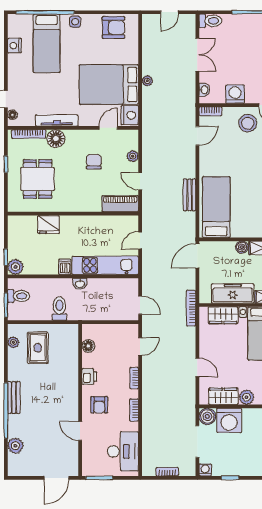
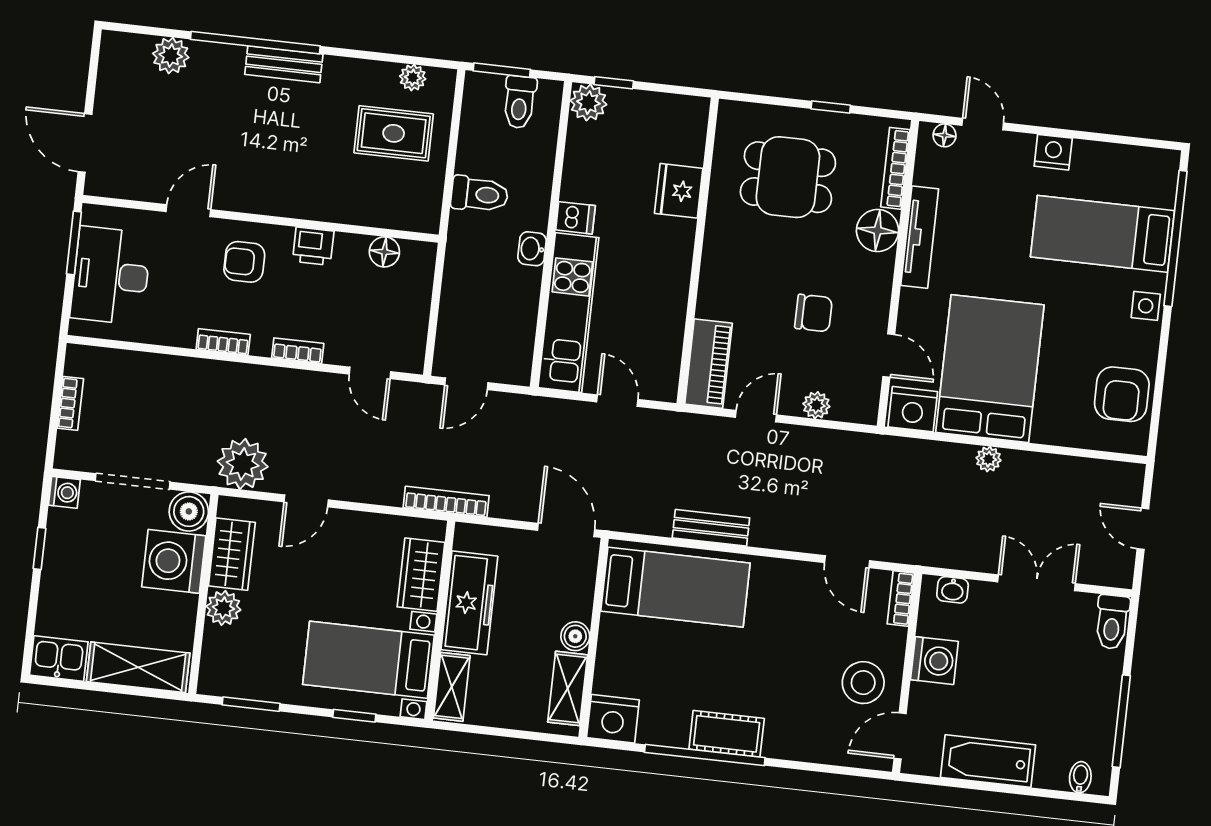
nightstand: (14, 46) -> (1053, 152), moved
double door: (197, 55) -> (1036, 583), swing flipped
plant: (185, 396) -> (243, 464), added
desk: (123, 451) -> (111, 276), moved, turned 90

